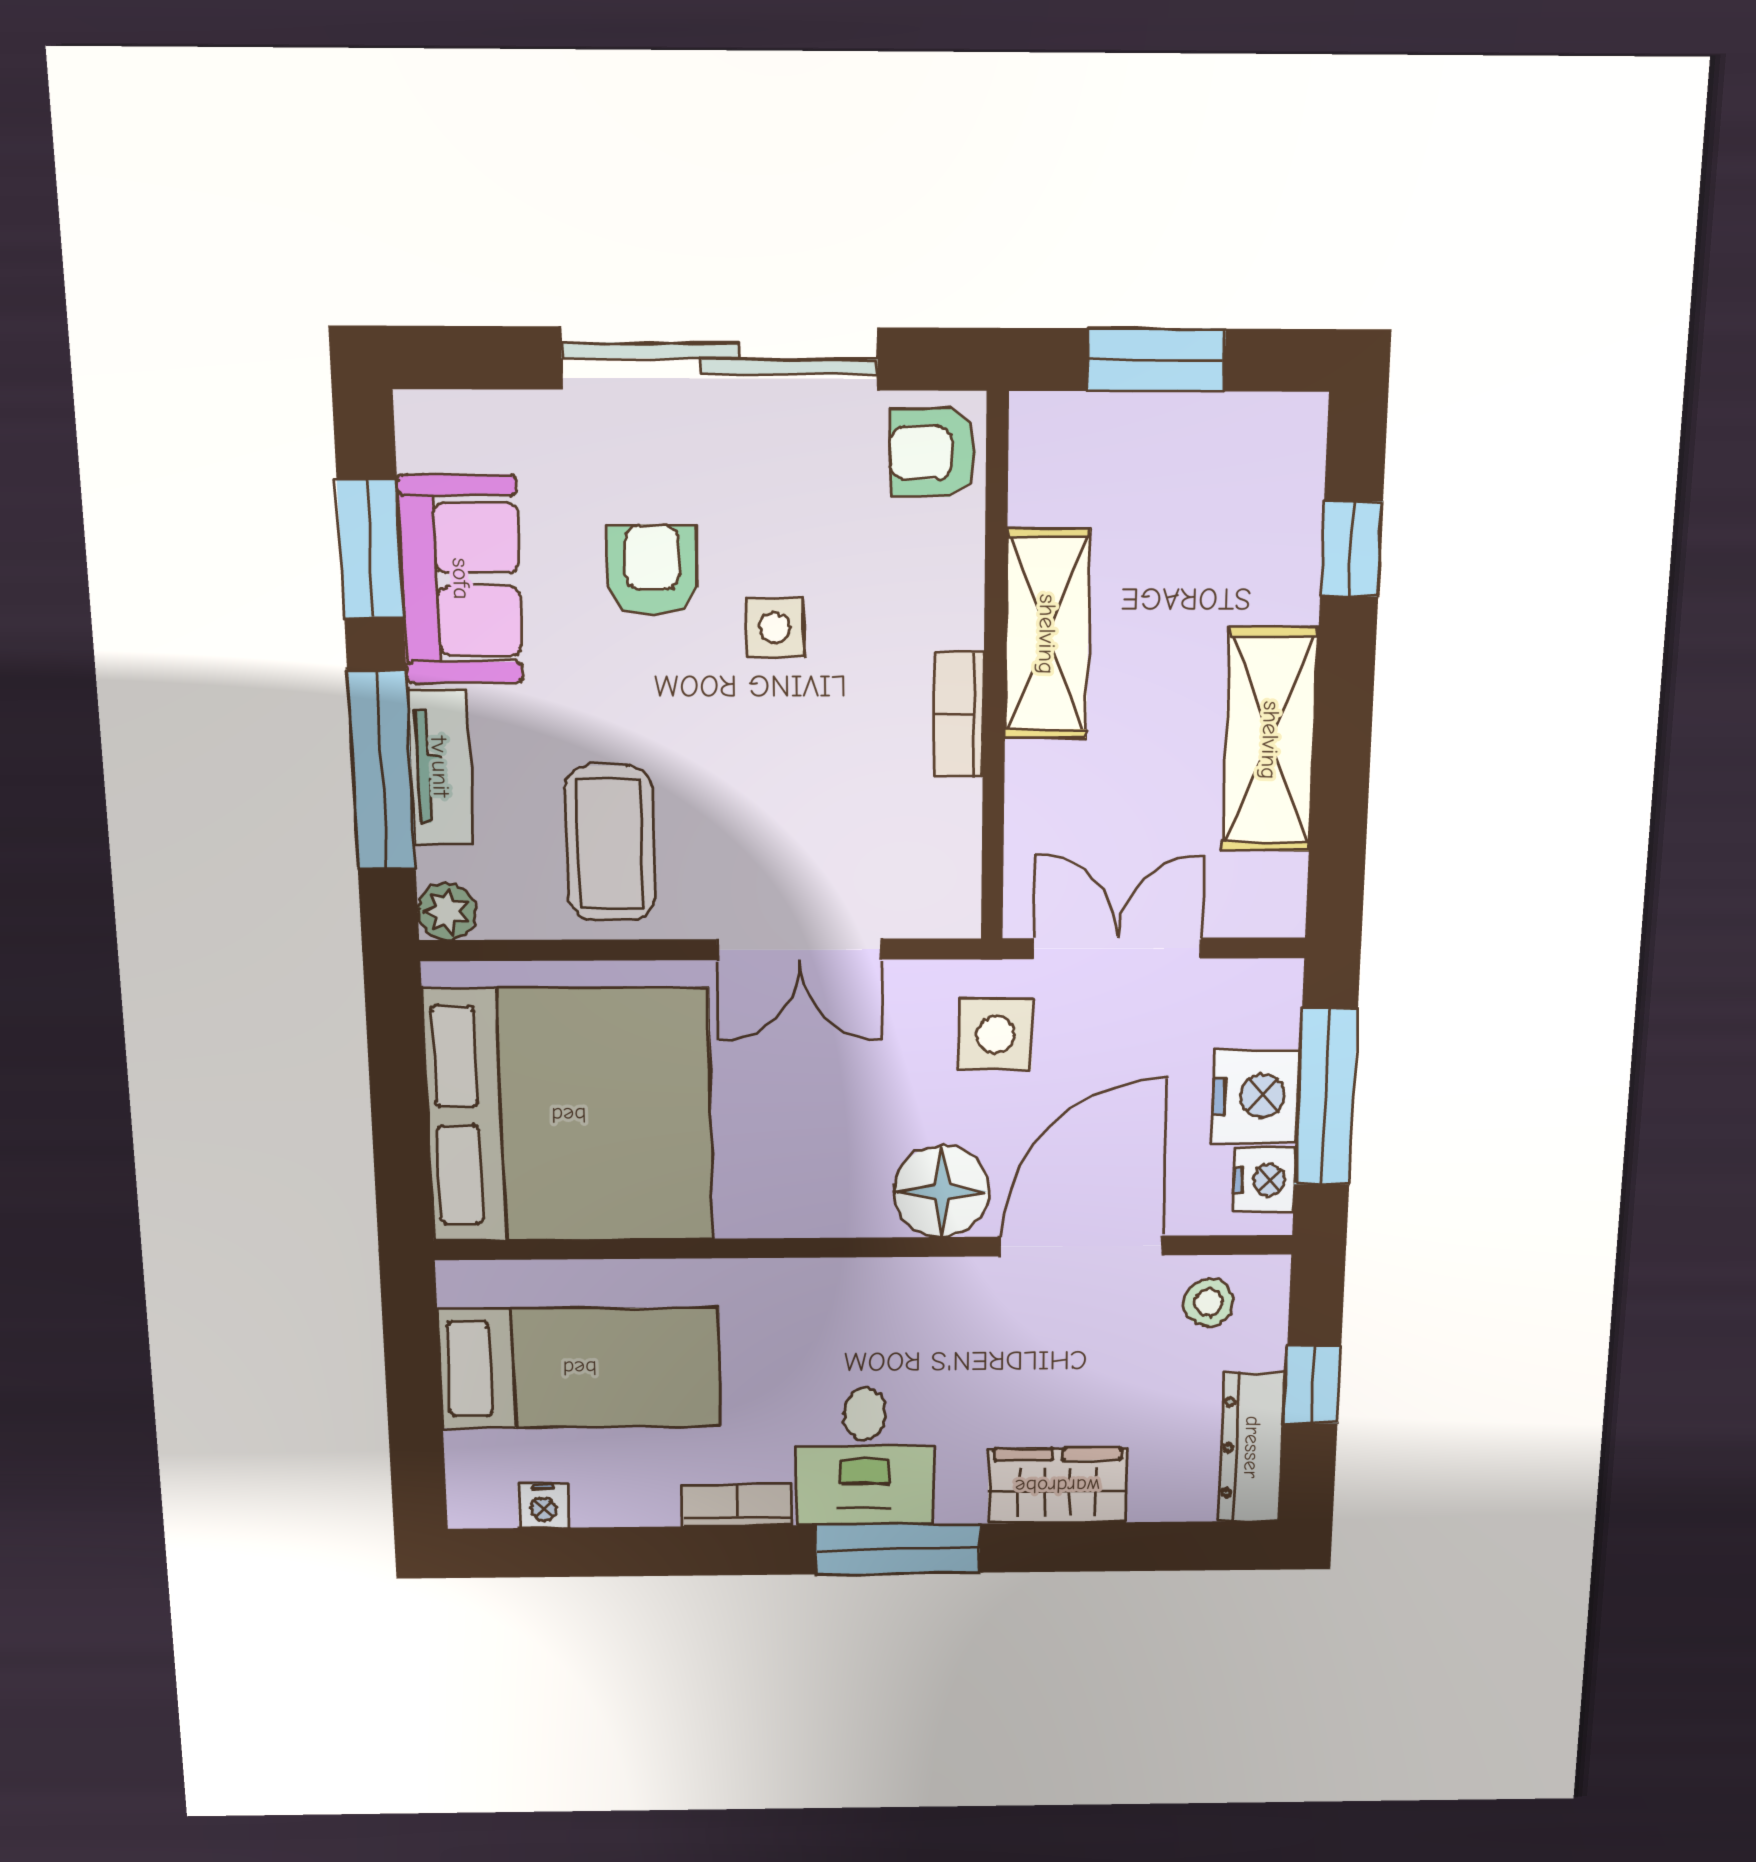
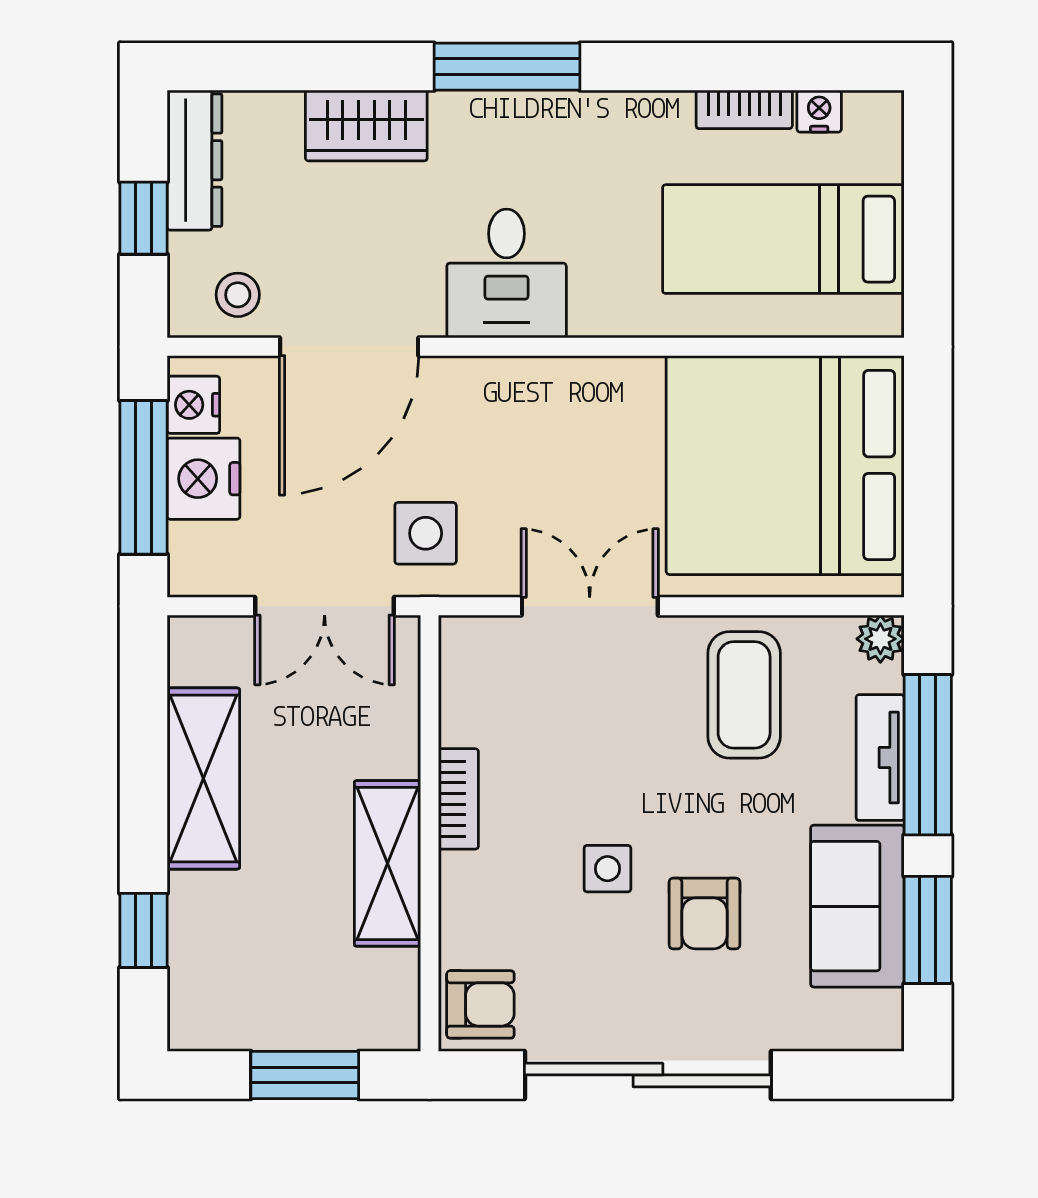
floor lamp: (942, 1192) -> (470, 396), removed
desk: (865, 1457) -> (507, 273), moved, turned 180
bookcase: (737, 1506) -> (744, 109), moved

